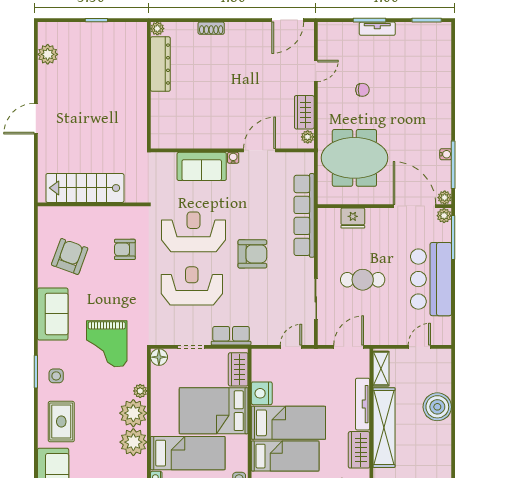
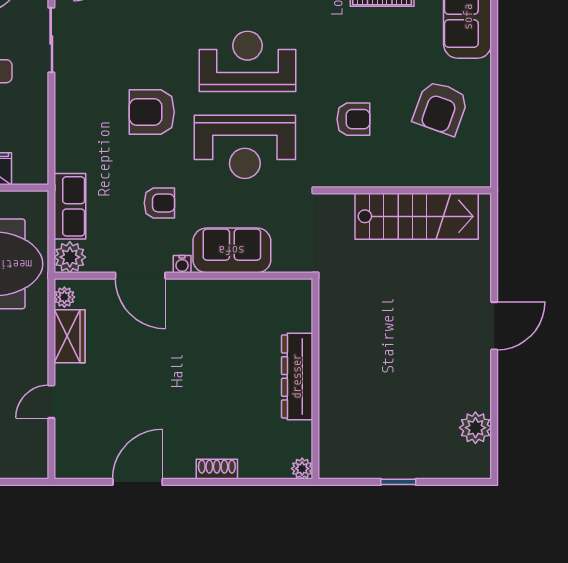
door: (288, 20) -> (138, 482), moved
dresser: (160, 64) -> (297, 376), moved
door: (260, 150) -> (140, 276), hinge flipped
plant: (304, 162) -> (70, 257), added
armchair: (248, 196) -> (159, 203), added
row of seats: (304, 215) -> (70, 206), width x0.50
reception desk: (192, 286) -> (247, 61), turned 180

